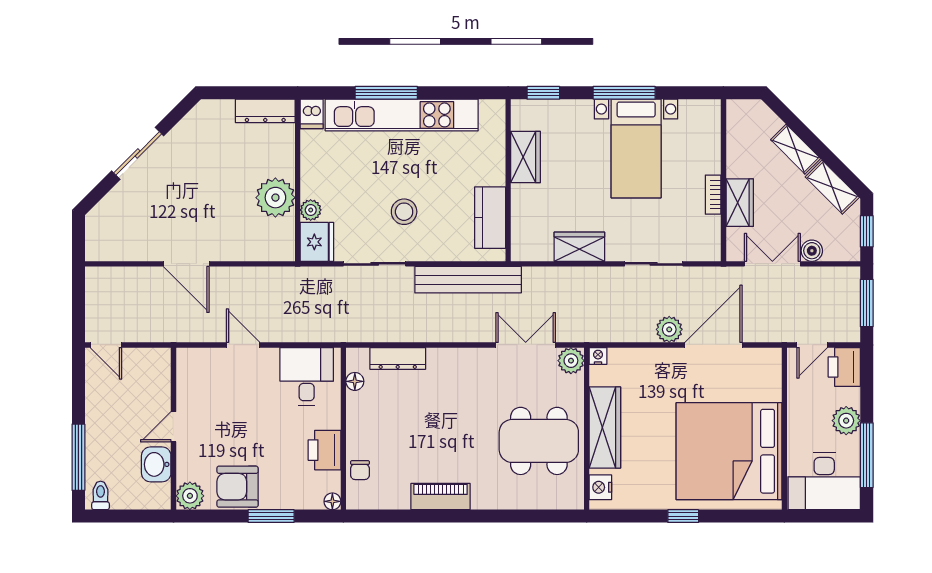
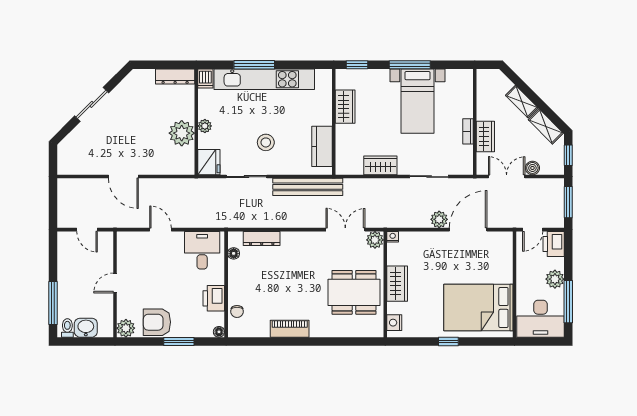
plant: (311, 210) -> (205, 126), moved
door: (106, 345) -> (87, 230), moved
wardrobe: (605, 428) -> (397, 284), width x0.67
bed: (729, 451) -> (478, 307), width x0.73
washbasin: (156, 464) -> (86, 328), moved, turned 90

